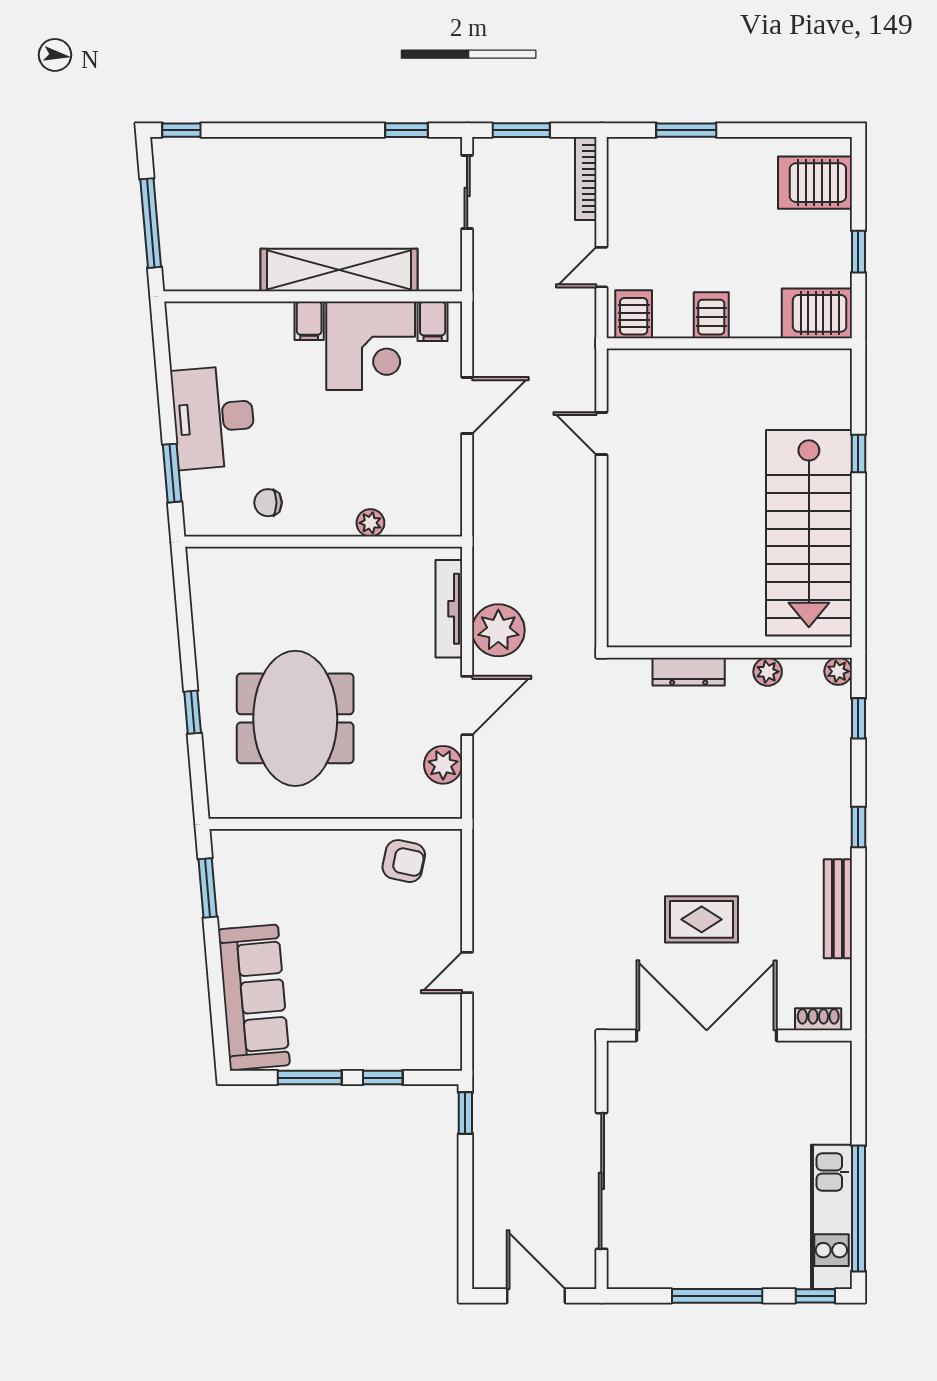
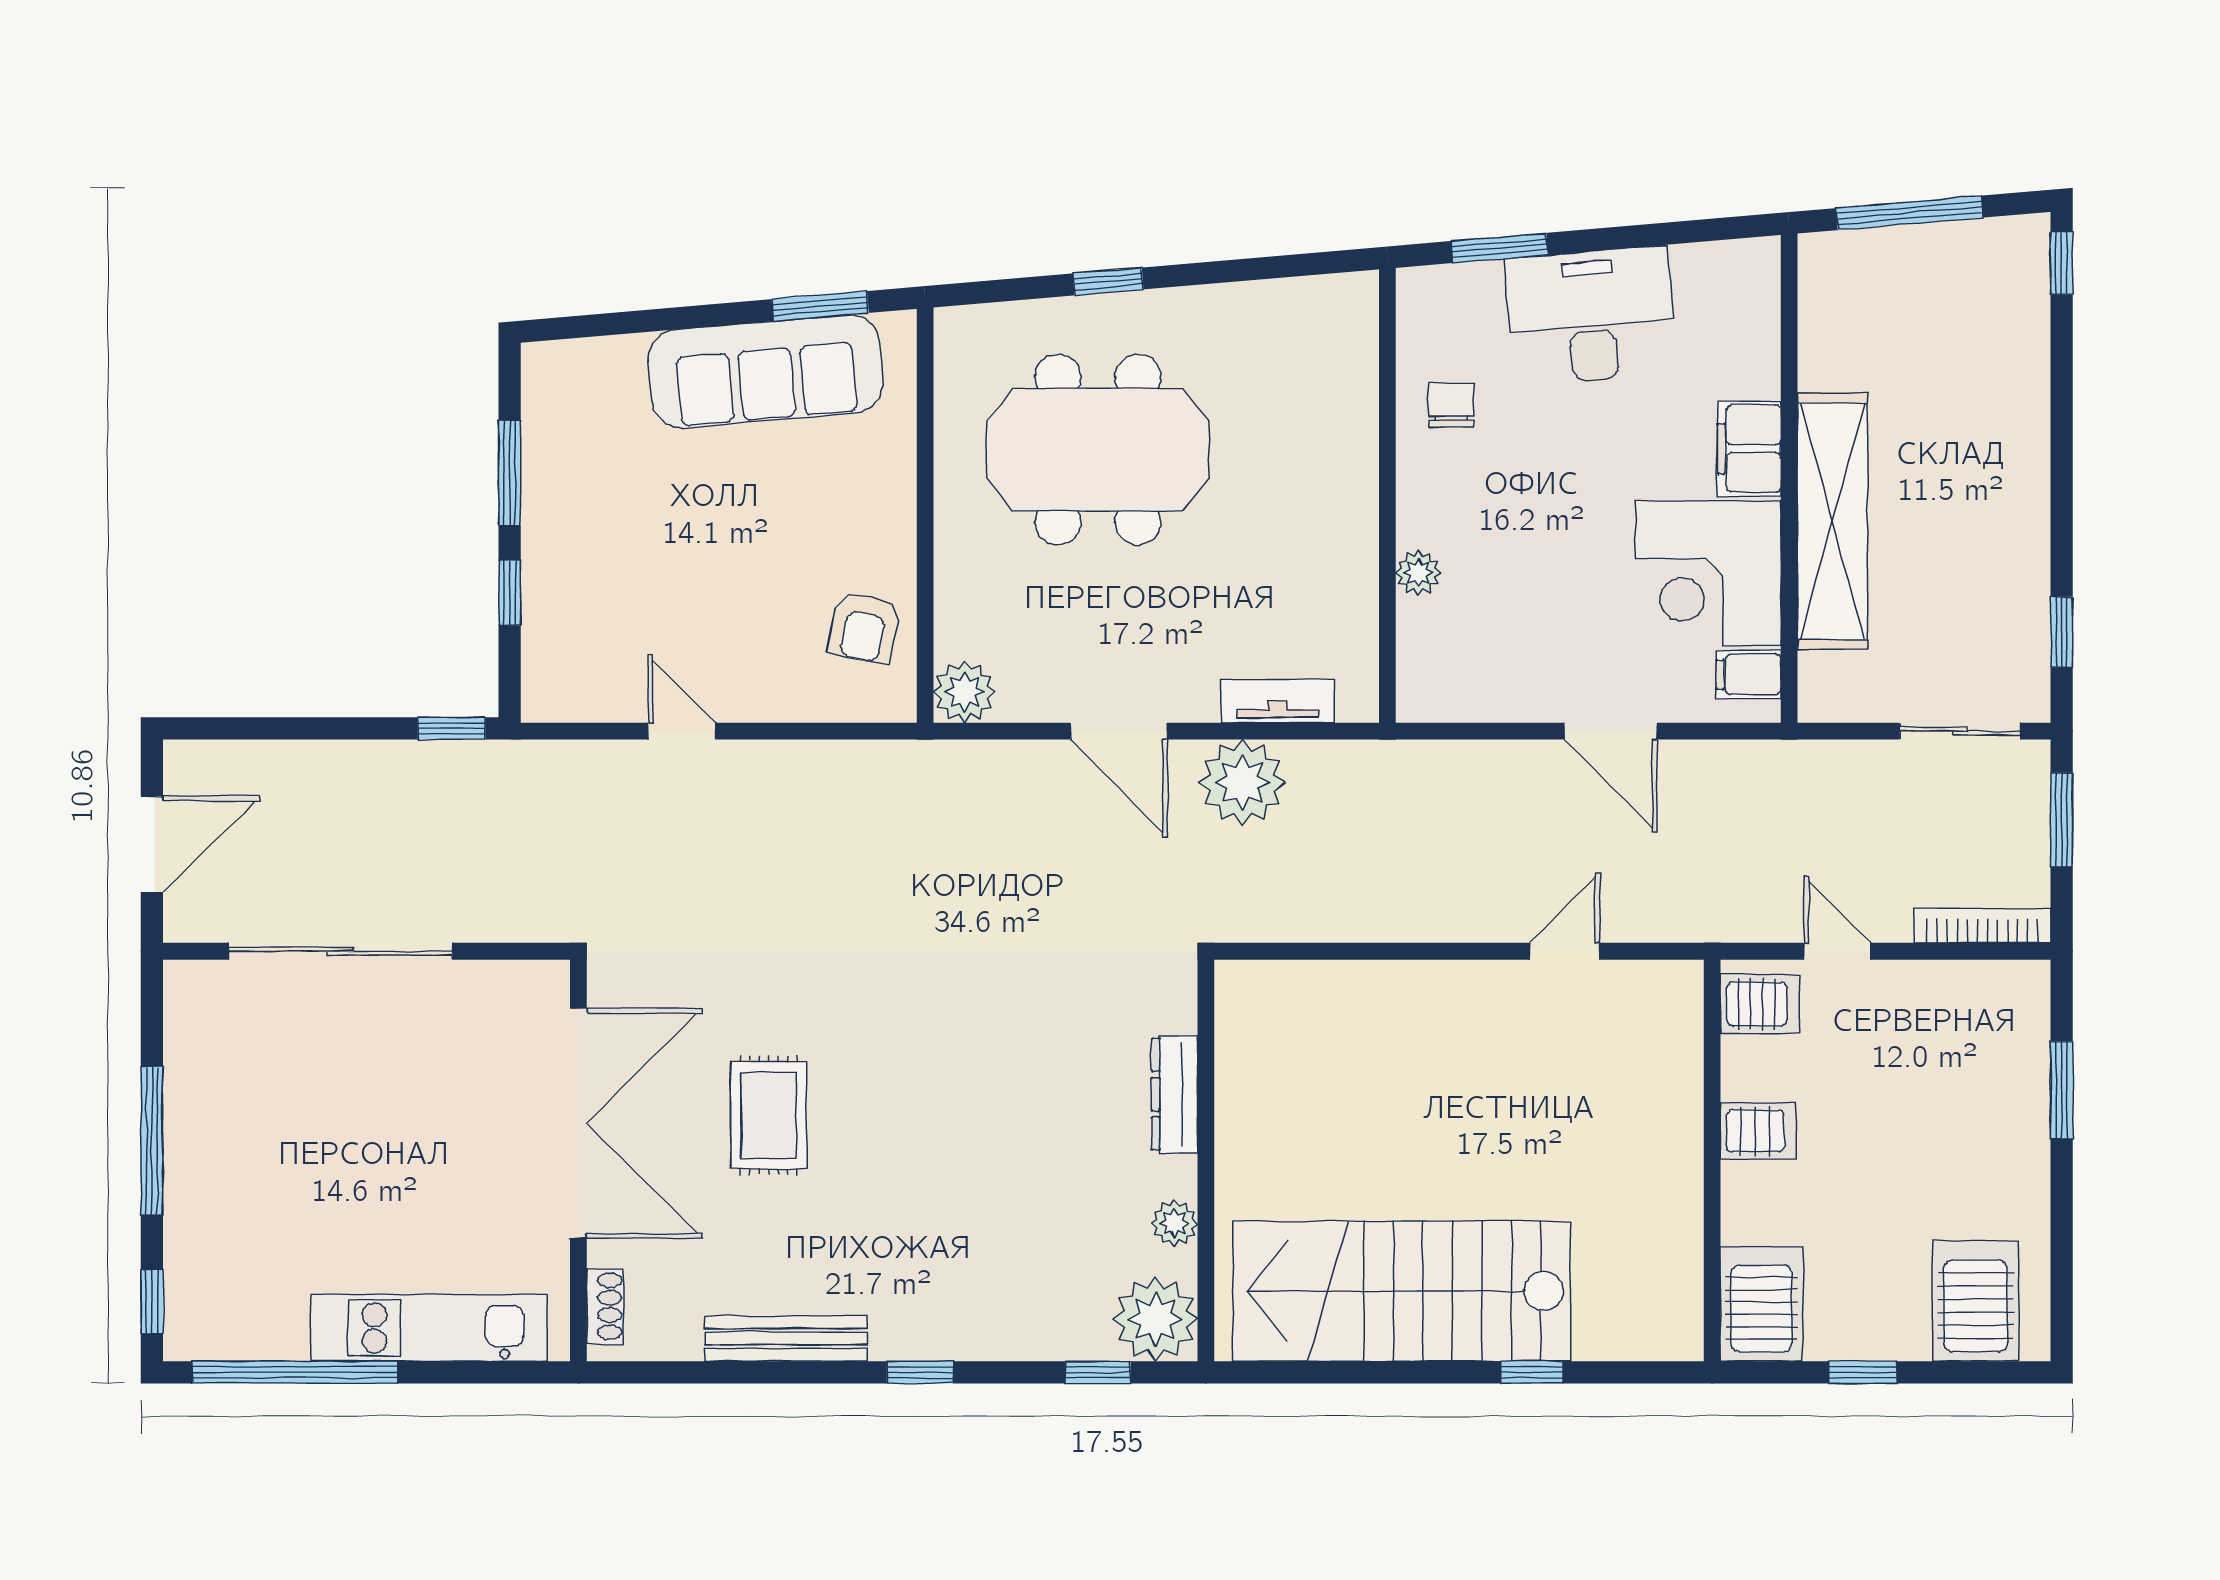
filing cabinet: (309, 321) -> (1749, 449), width x2.00
tv unit: (449, 609) -> (1277, 701), width x0.71
plant: (838, 671) -> (1156, 1319), width x1.88, depth x1.88
plant: (443, 765) -> (965, 692), moved
sofa: (254, 997) -> (766, 371), moved
kitchen unit: (831, 1217) -> (429, 1328), moved

